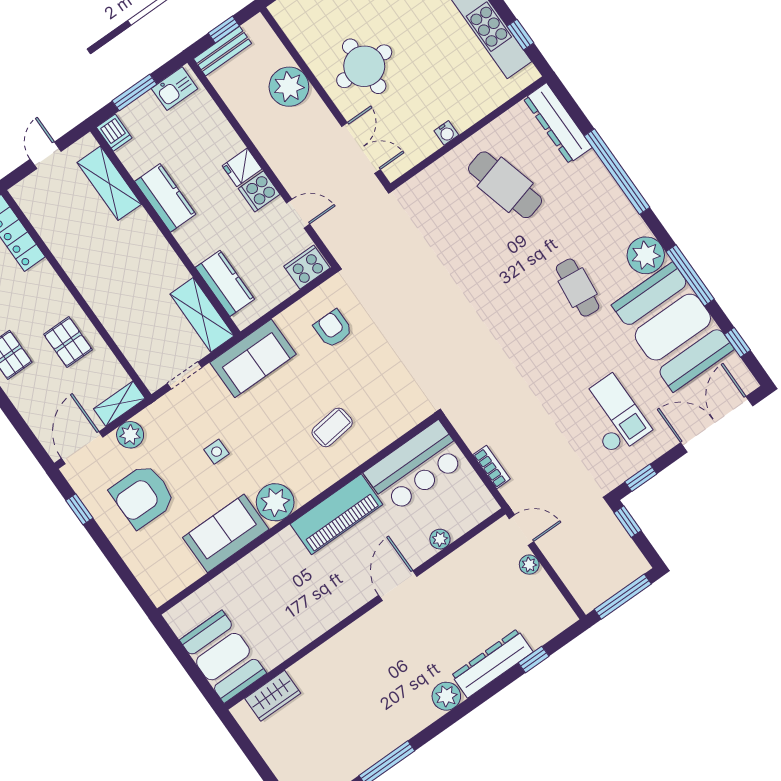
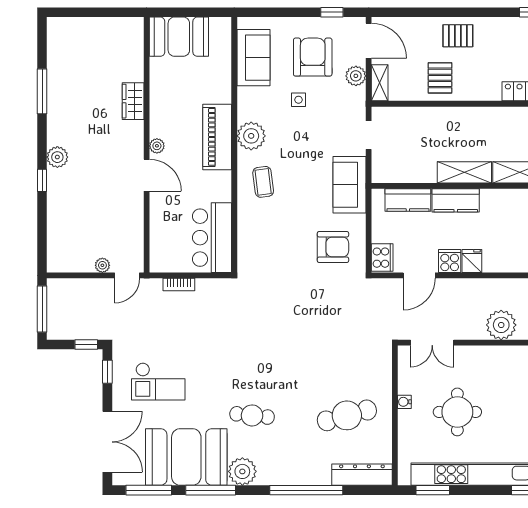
window: (520, 35) -> (433, 490), width x1.50
round table: (364, 66) -> (457, 412), moved
kitchen counter: (165, 198) -> (456, 200), moved
door: (298, 214) -> (419, 275), width x1.37
shelving: (202, 315) -> (464, 172), moved
armchair: (333, 329) -> (333, 247), width x1.38, depth x1.38
pallet: (68, 342) -> (440, 78), turned 90
window: (737, 342) -> (149, 490), width x2.17
coffee table: (332, 427) -> (263, 182), moved
side table: (217, 452) -> (298, 100), moved
piano: (336, 514) -> (217, 137), moved
sofa: (226, 533) -> (253, 58), moved
plant: (440, 539) -> (157, 146), moved
window: (534, 660) -> (42, 180), moved
dresser: (492, 664) -> (58, 200), removed
wardrobe: (273, 696) -> (133, 101), moved

